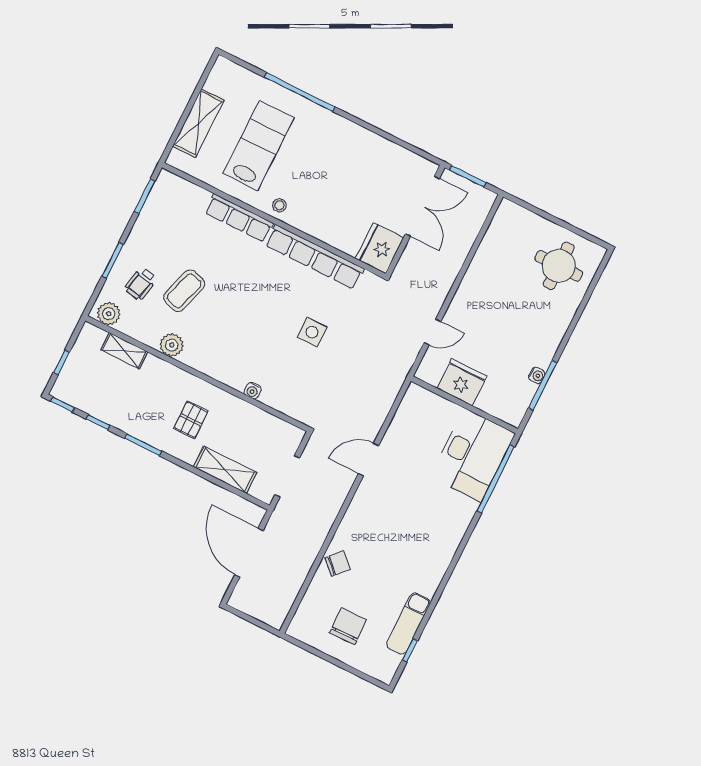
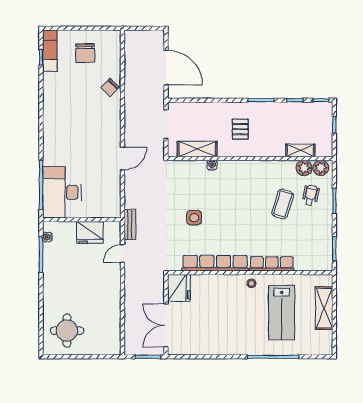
plant: (172, 345) -> (304, 168), moved
bench: (403, 366) -> (130, 225), added
water cooler: (537, 375) -> (47, 237), moved
shelving: (225, 470) -> (197, 149), moved
exam couch: (408, 623) -> (50, 51), moved

